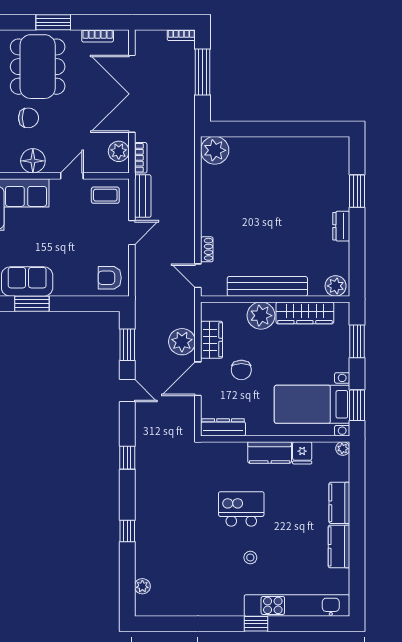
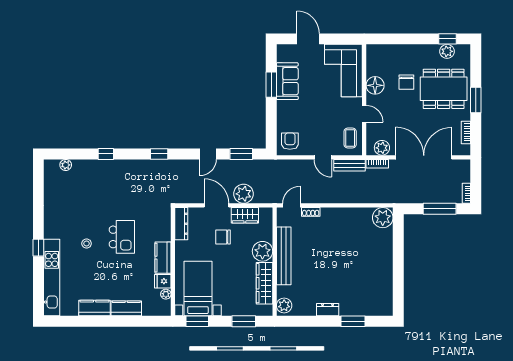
plant: (343, 449) -> (166, 294), moved

